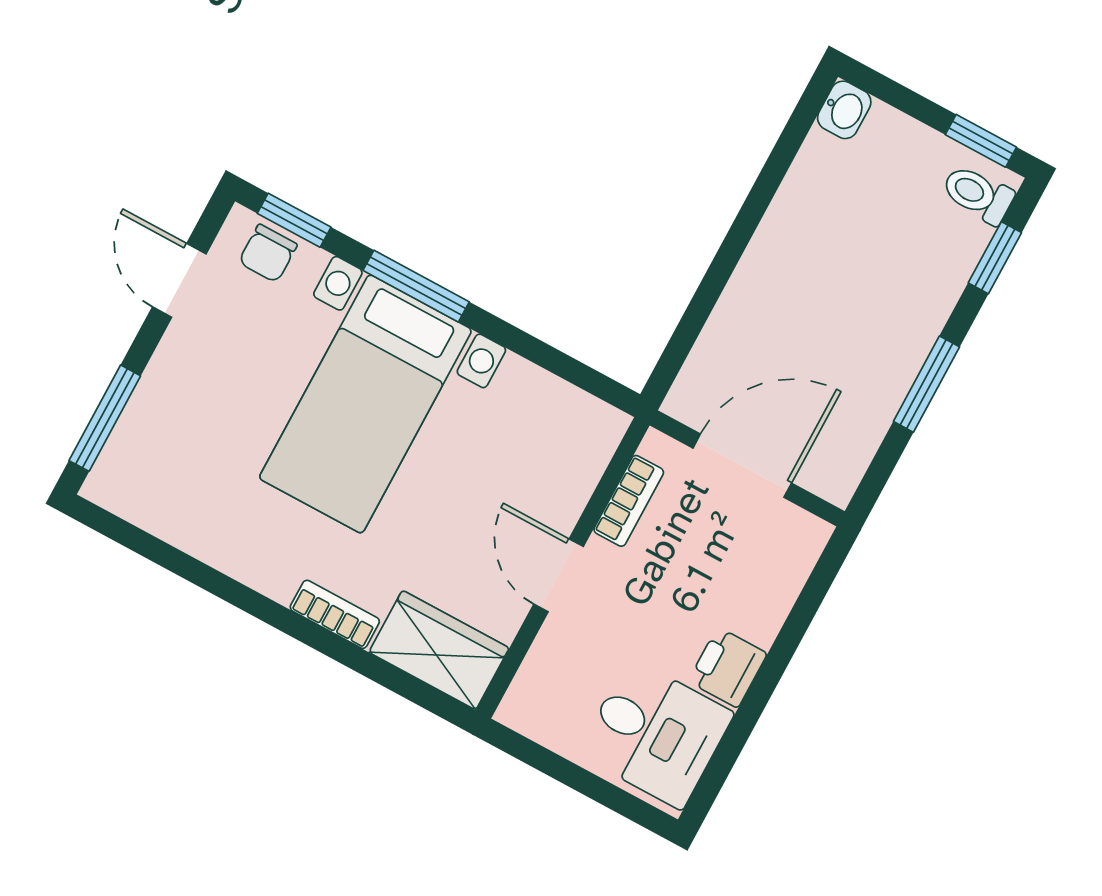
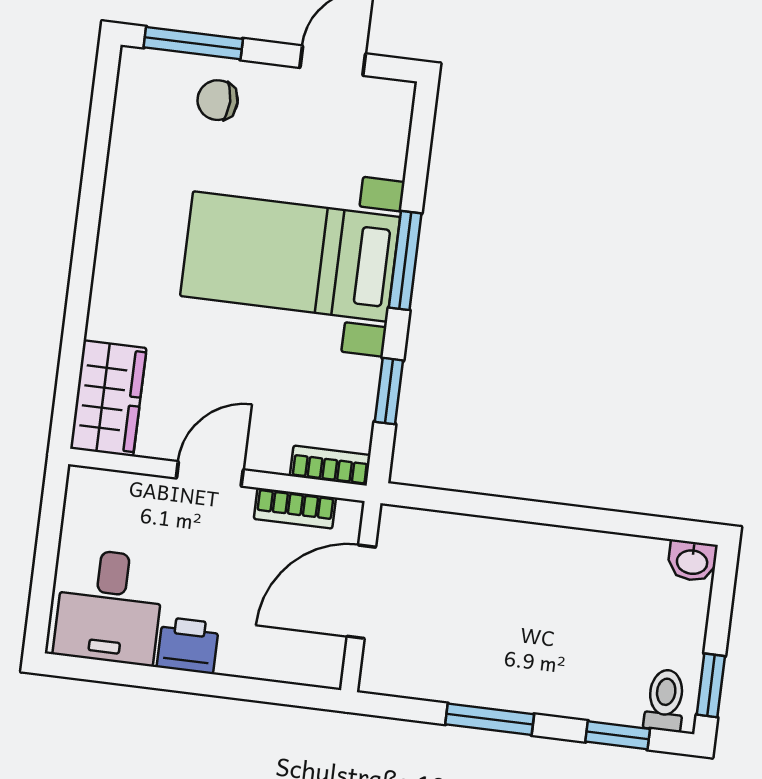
window: (294, 220) -> (389, 391), moved
chair: (268, 253) -> (218, 100), moved
door: (742, 466) -> (361, 592), swing flipped
bookcase: (335, 614) -> (330, 466), moved, turned -90

